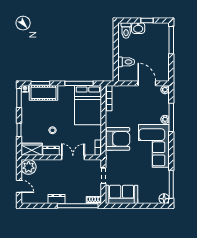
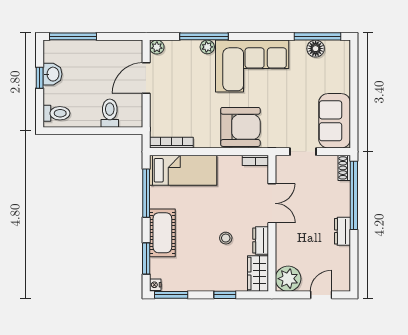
washbasin: (138, 28) -> (52, 74), moved
cot: (43, 93) -> (162, 233), moved
bed: (88, 105) -> (183, 170), width x0.67
armchair: (118, 139) -> (240, 127), turned 90
double door: (73, 157) -> (272, 203), swing flipped
floor lamp: (164, 199) -> (316, 49), moved

